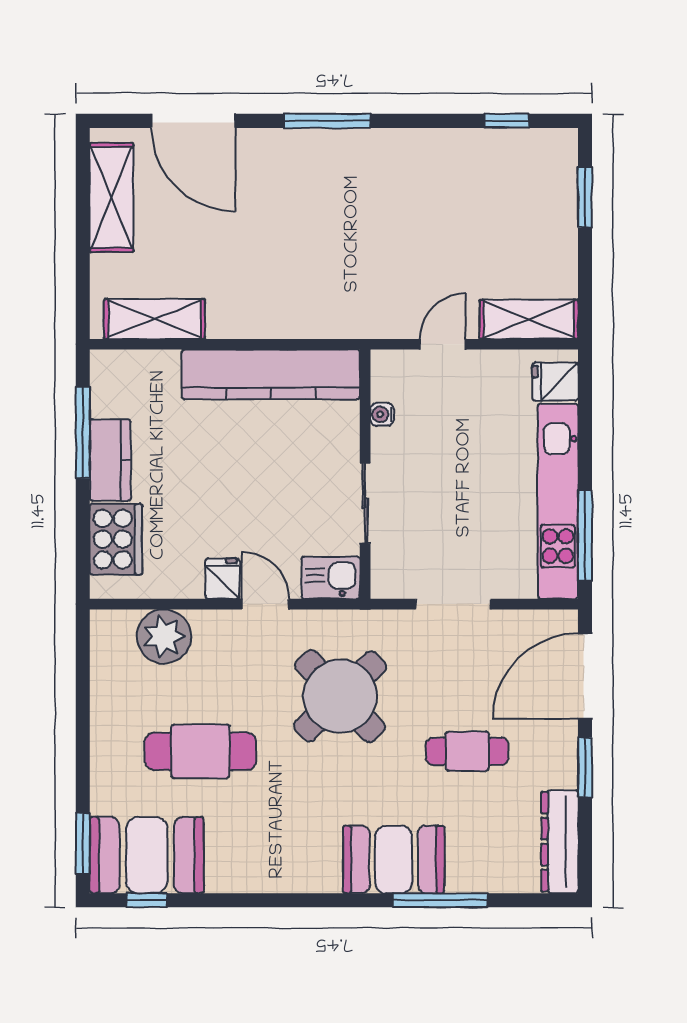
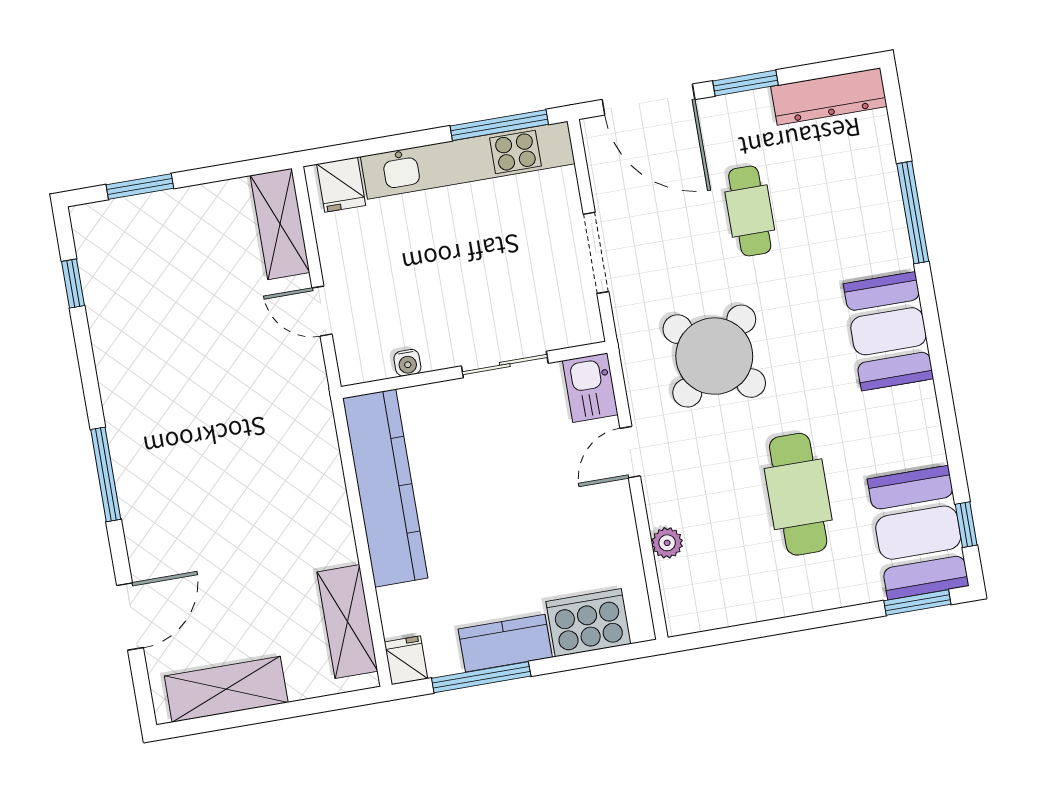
door: (193, 121) -> (130, 616), width x0.73
fridge: (222, 579) -> (406, 660), moved, turned 90
plant: (164, 636) -> (667, 543), width x0.53, depth x0.53
booth: (394, 859) -> (888, 331), moved

